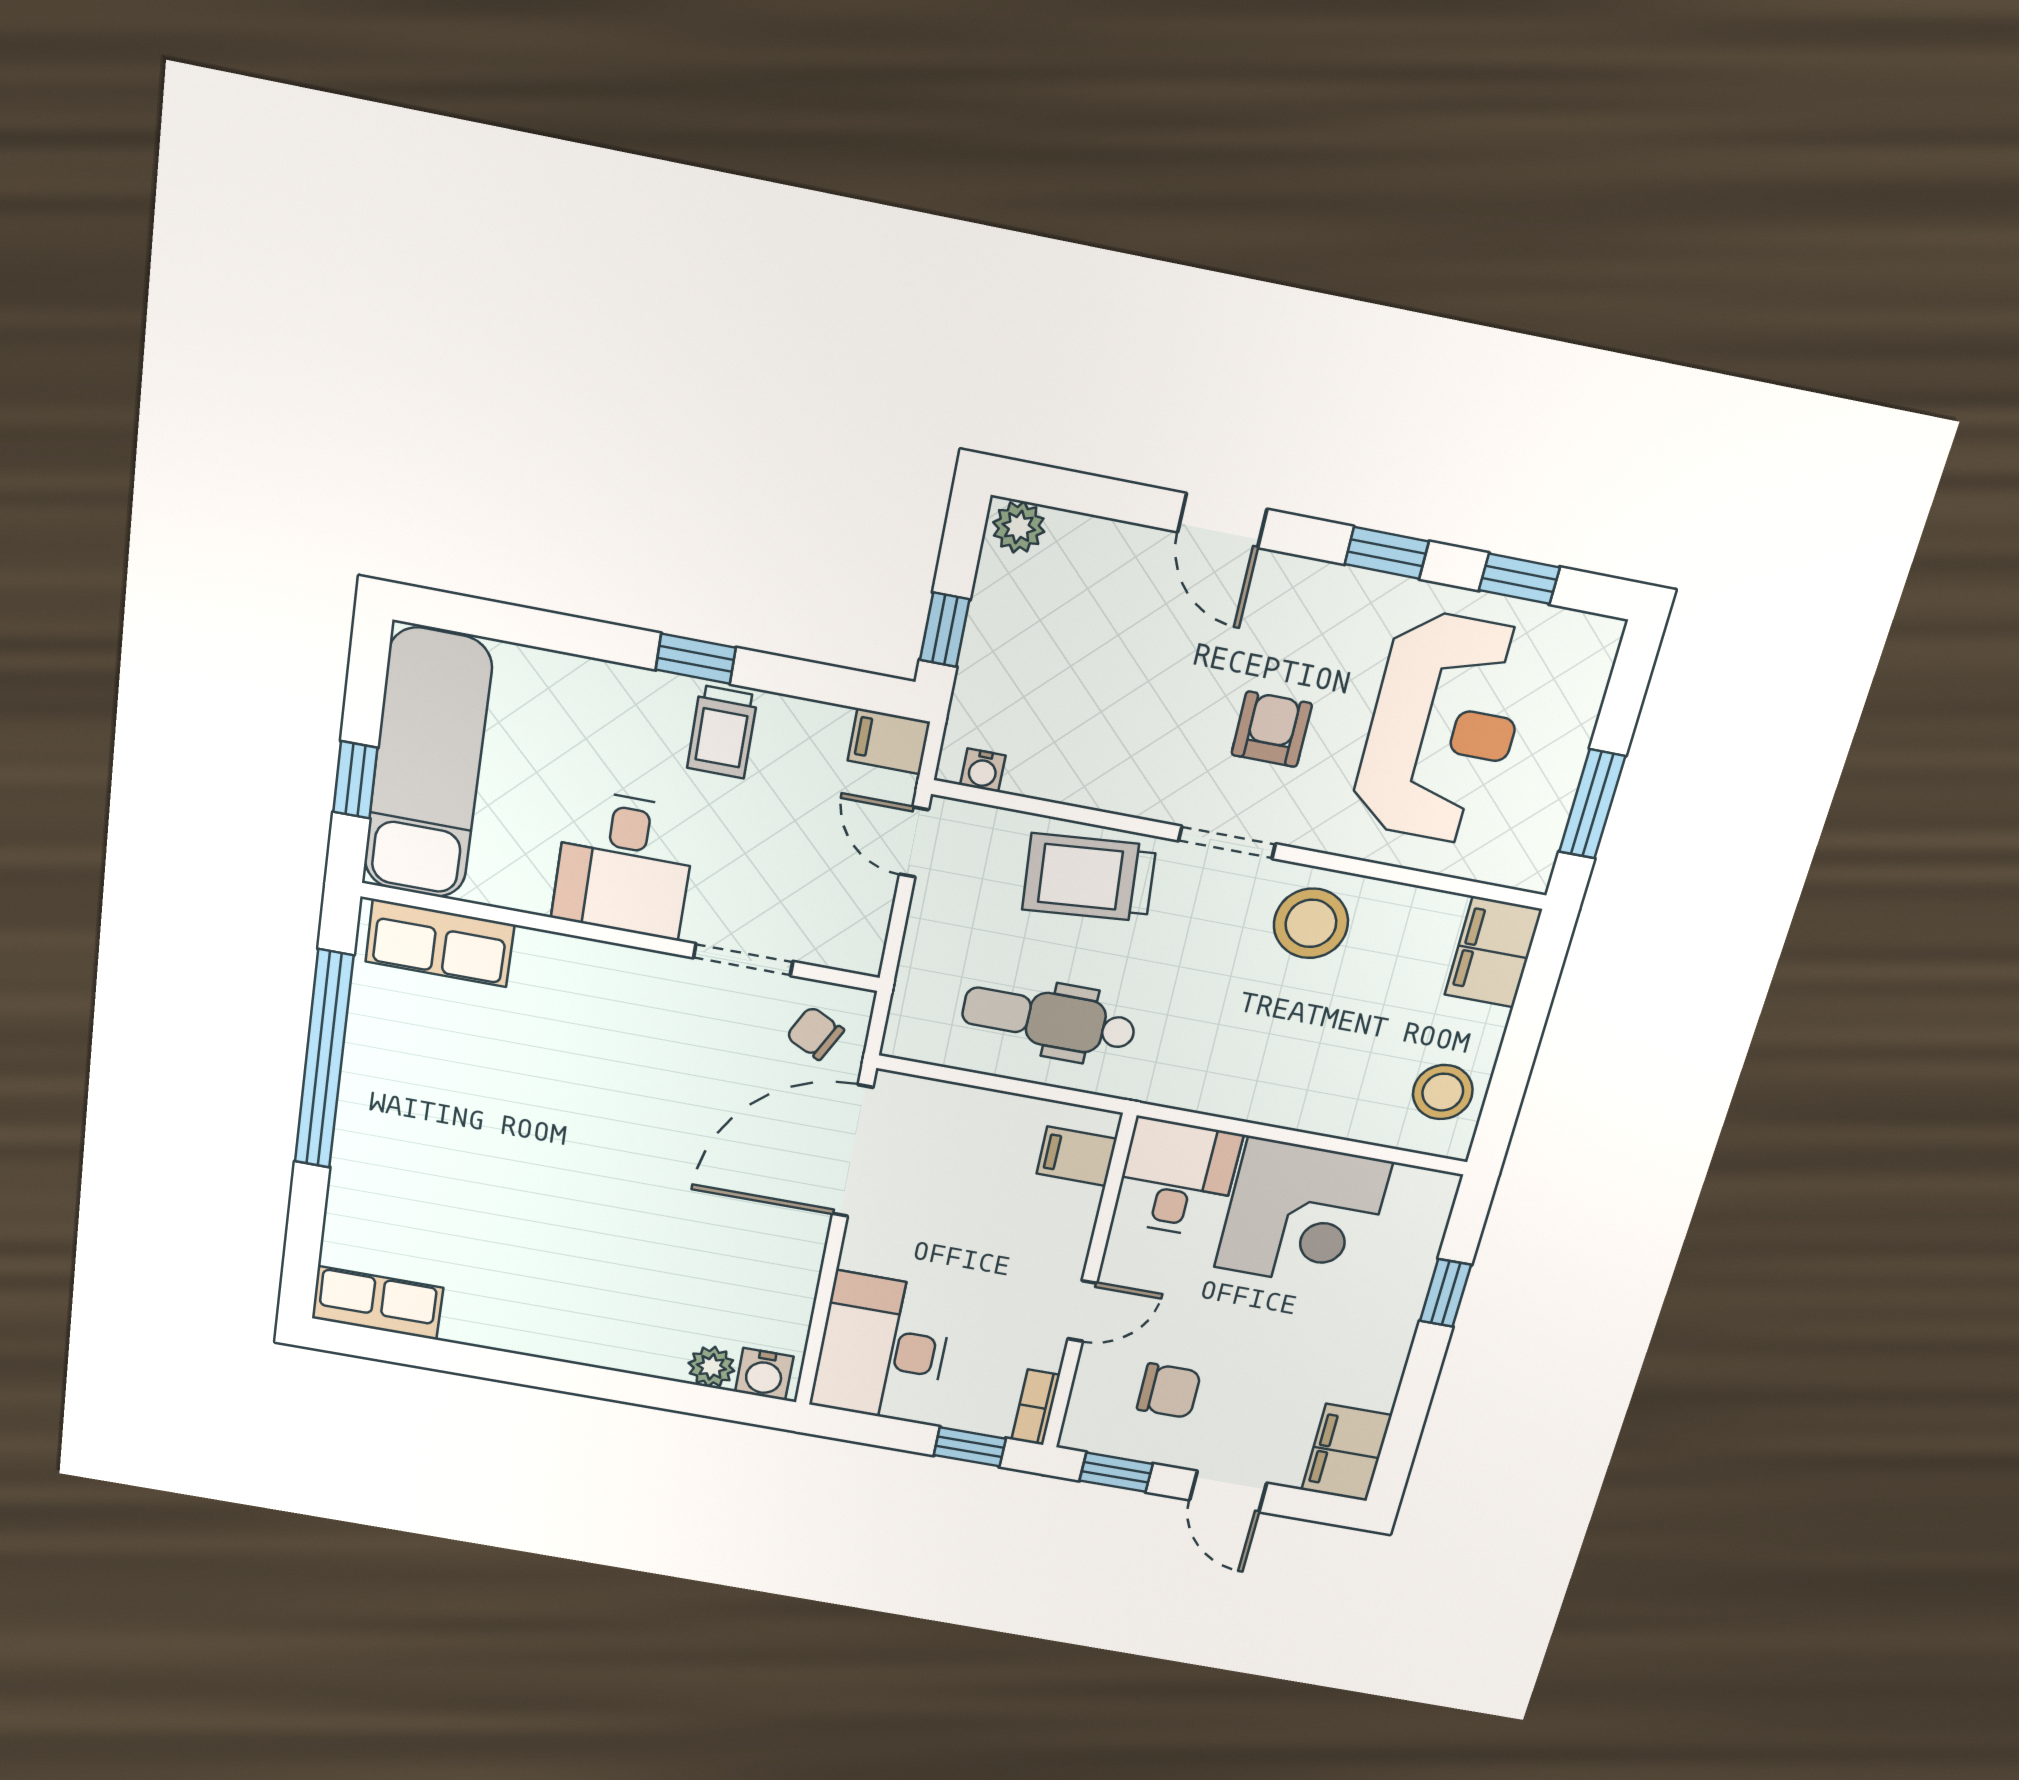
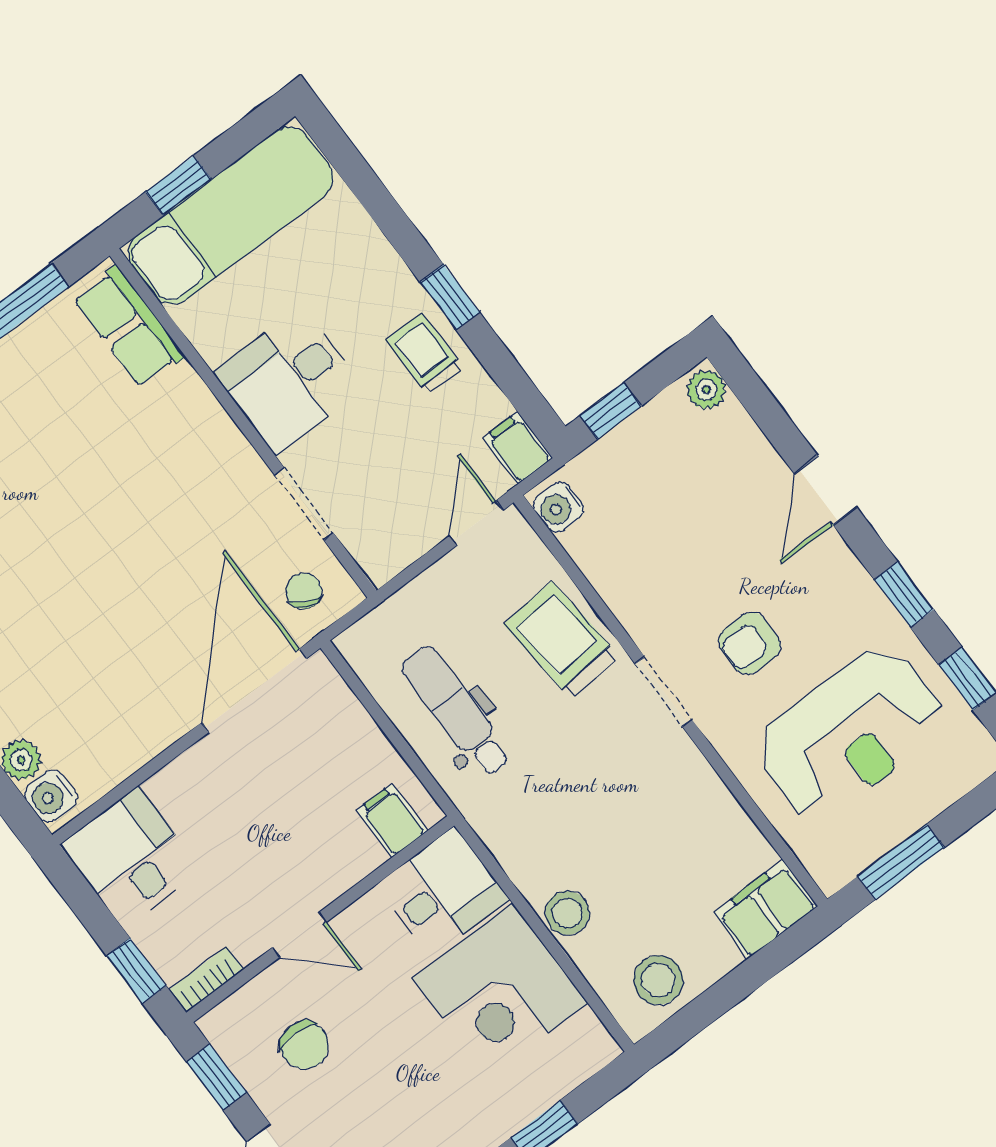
armchair: (1272, 729) -> (750, 643), turned 180
trolley: (722, 732) -> (424, 354), turned 90
water cooler: (983, 770) -> (559, 507), width x1.38, depth x1.38
stool: (1311, 923) -> (567, 913), moved, width x0.73, depth x0.73
door: (853, 1151) -> (254, 690), hinge flipped
desk: (882, 1348) -> (131, 857), width x0.73

